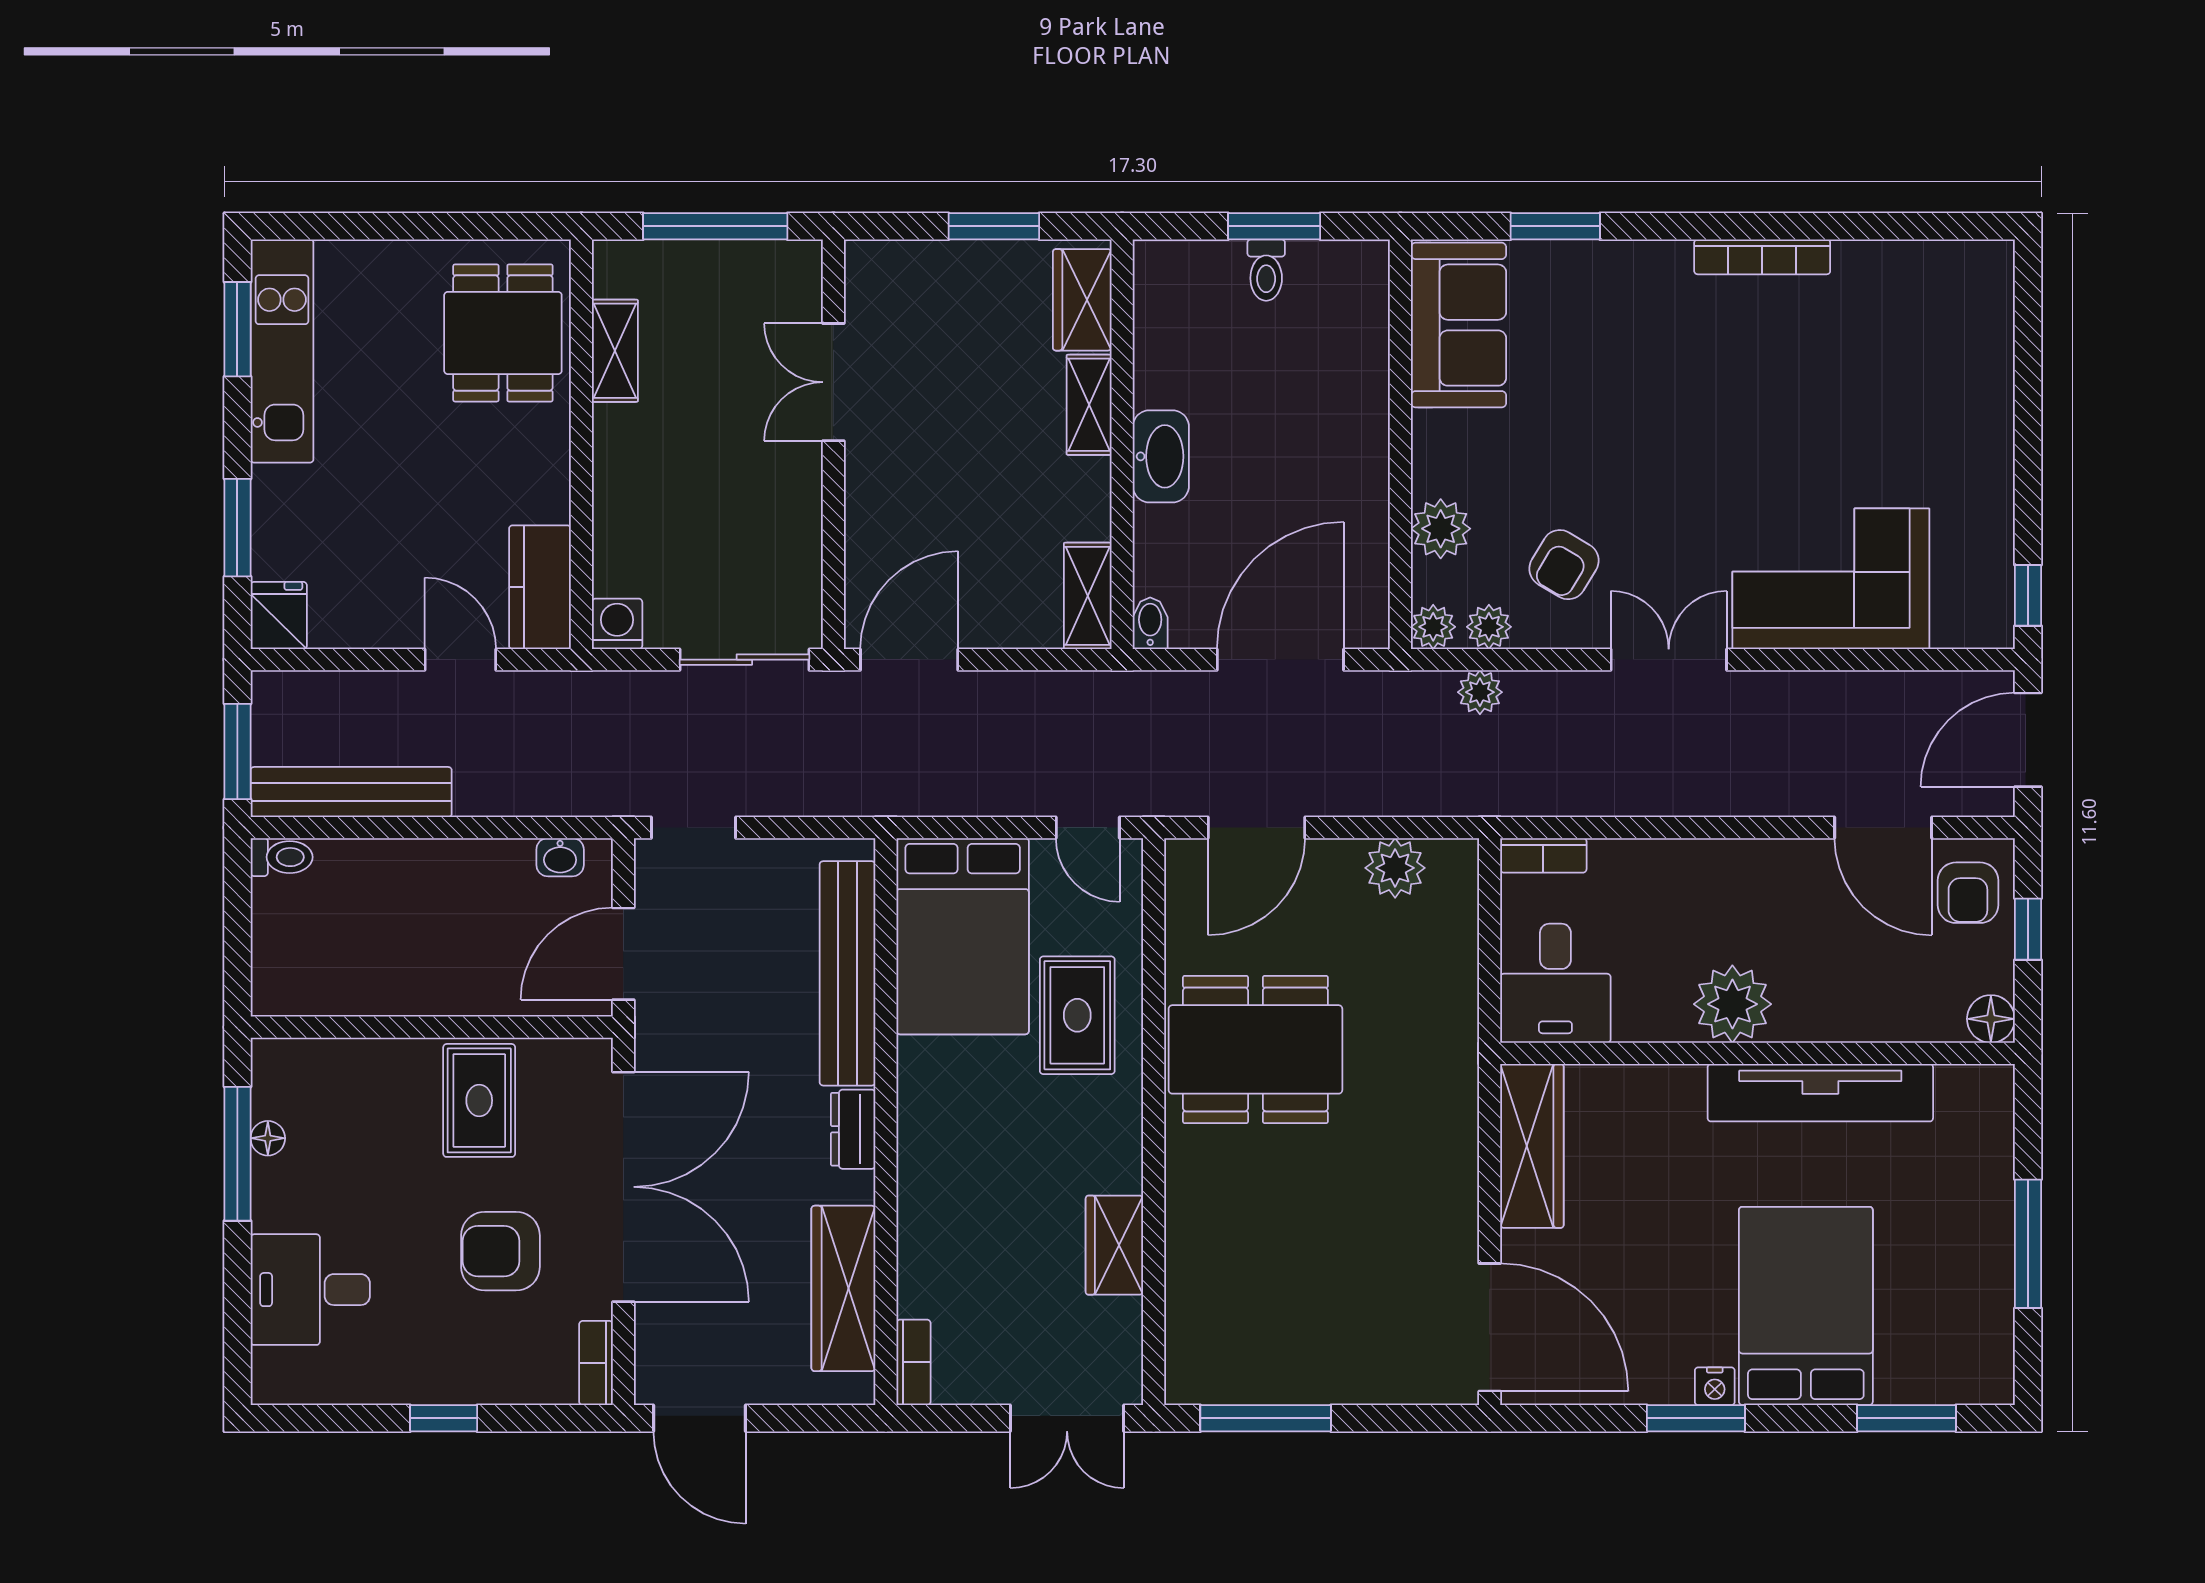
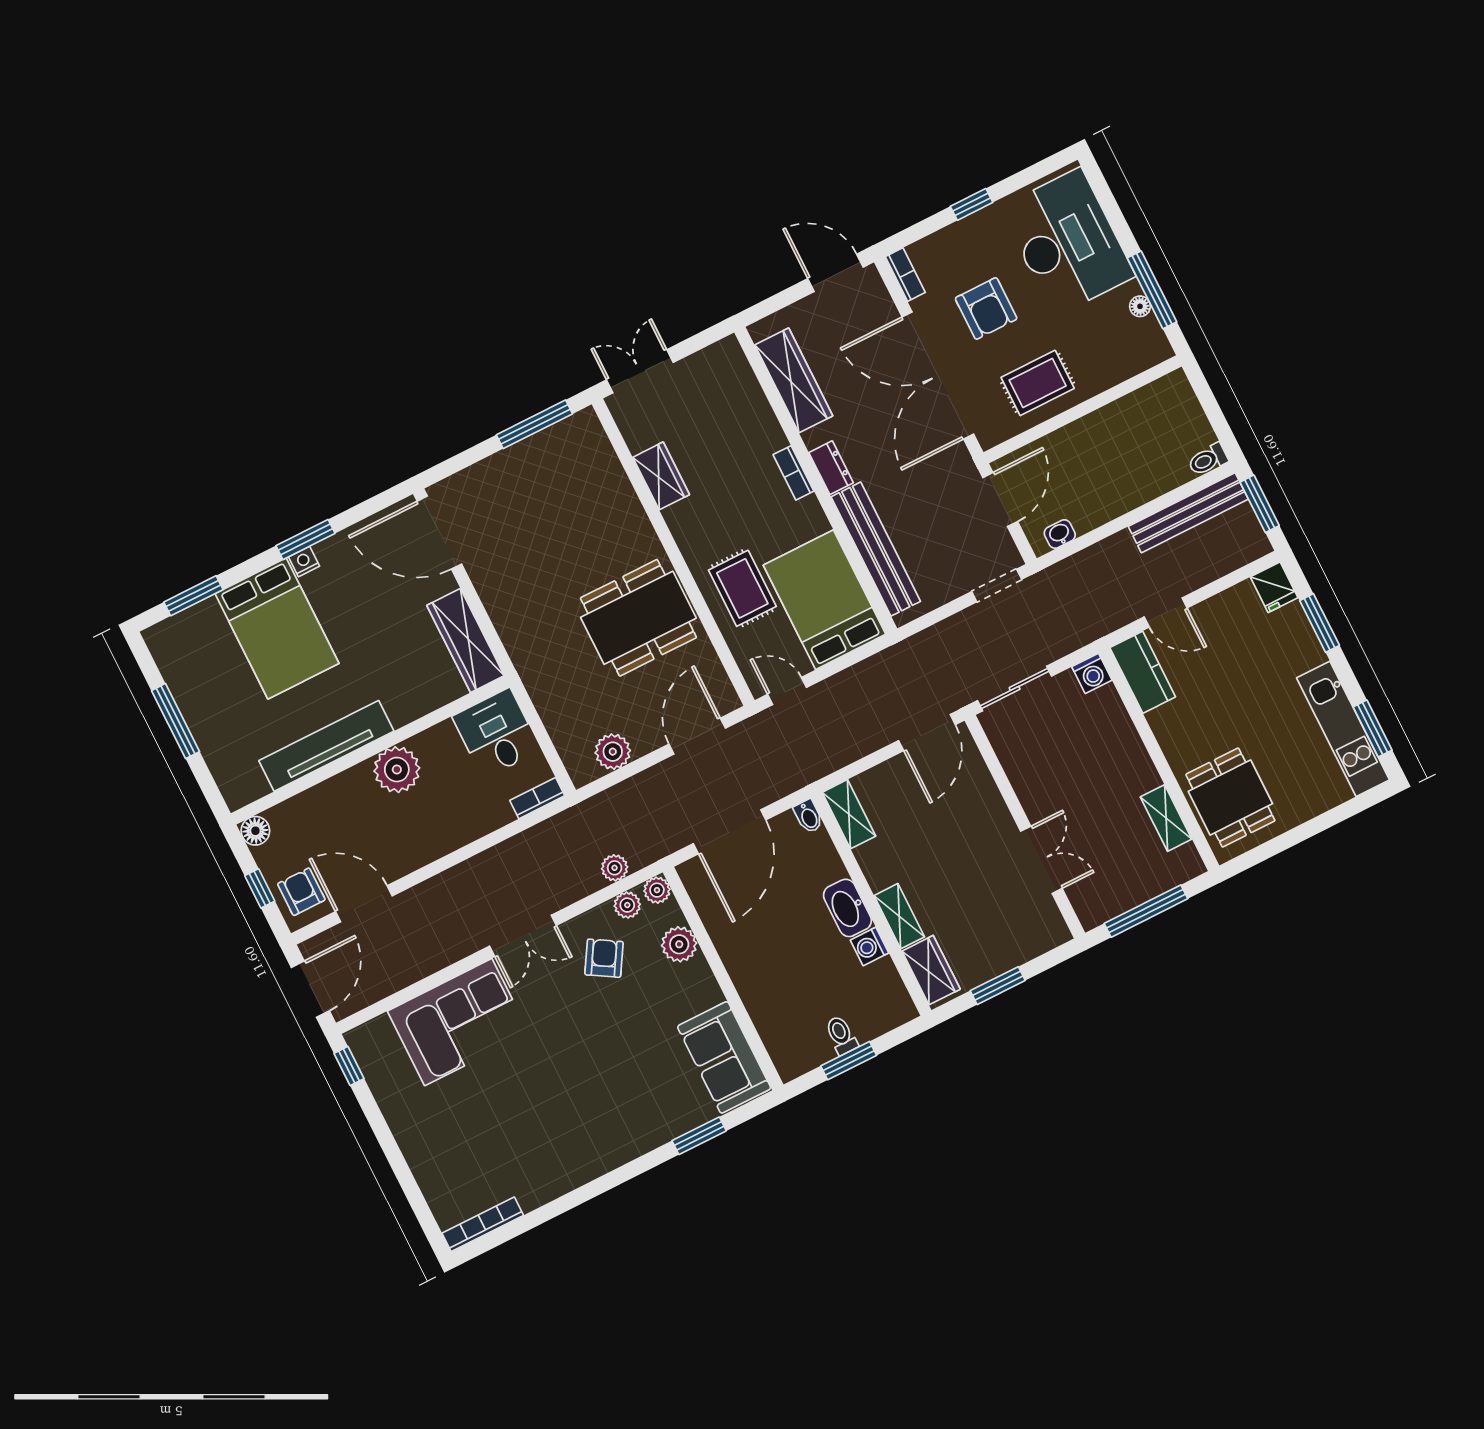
bookcase: (1762, 257) -> (483, 1224), moved
washing machine: (1157, 382) -> (869, 946), added
rug: (479, 1100) -> (1038, 383), turned 90
armchair: (500, 1251) -> (986, 309), turned 90
desk: (310, 1290) -> (1067, 242), width x1.87, depth x1.30
bookcase: (913, 1362) -> (793, 473), moved

